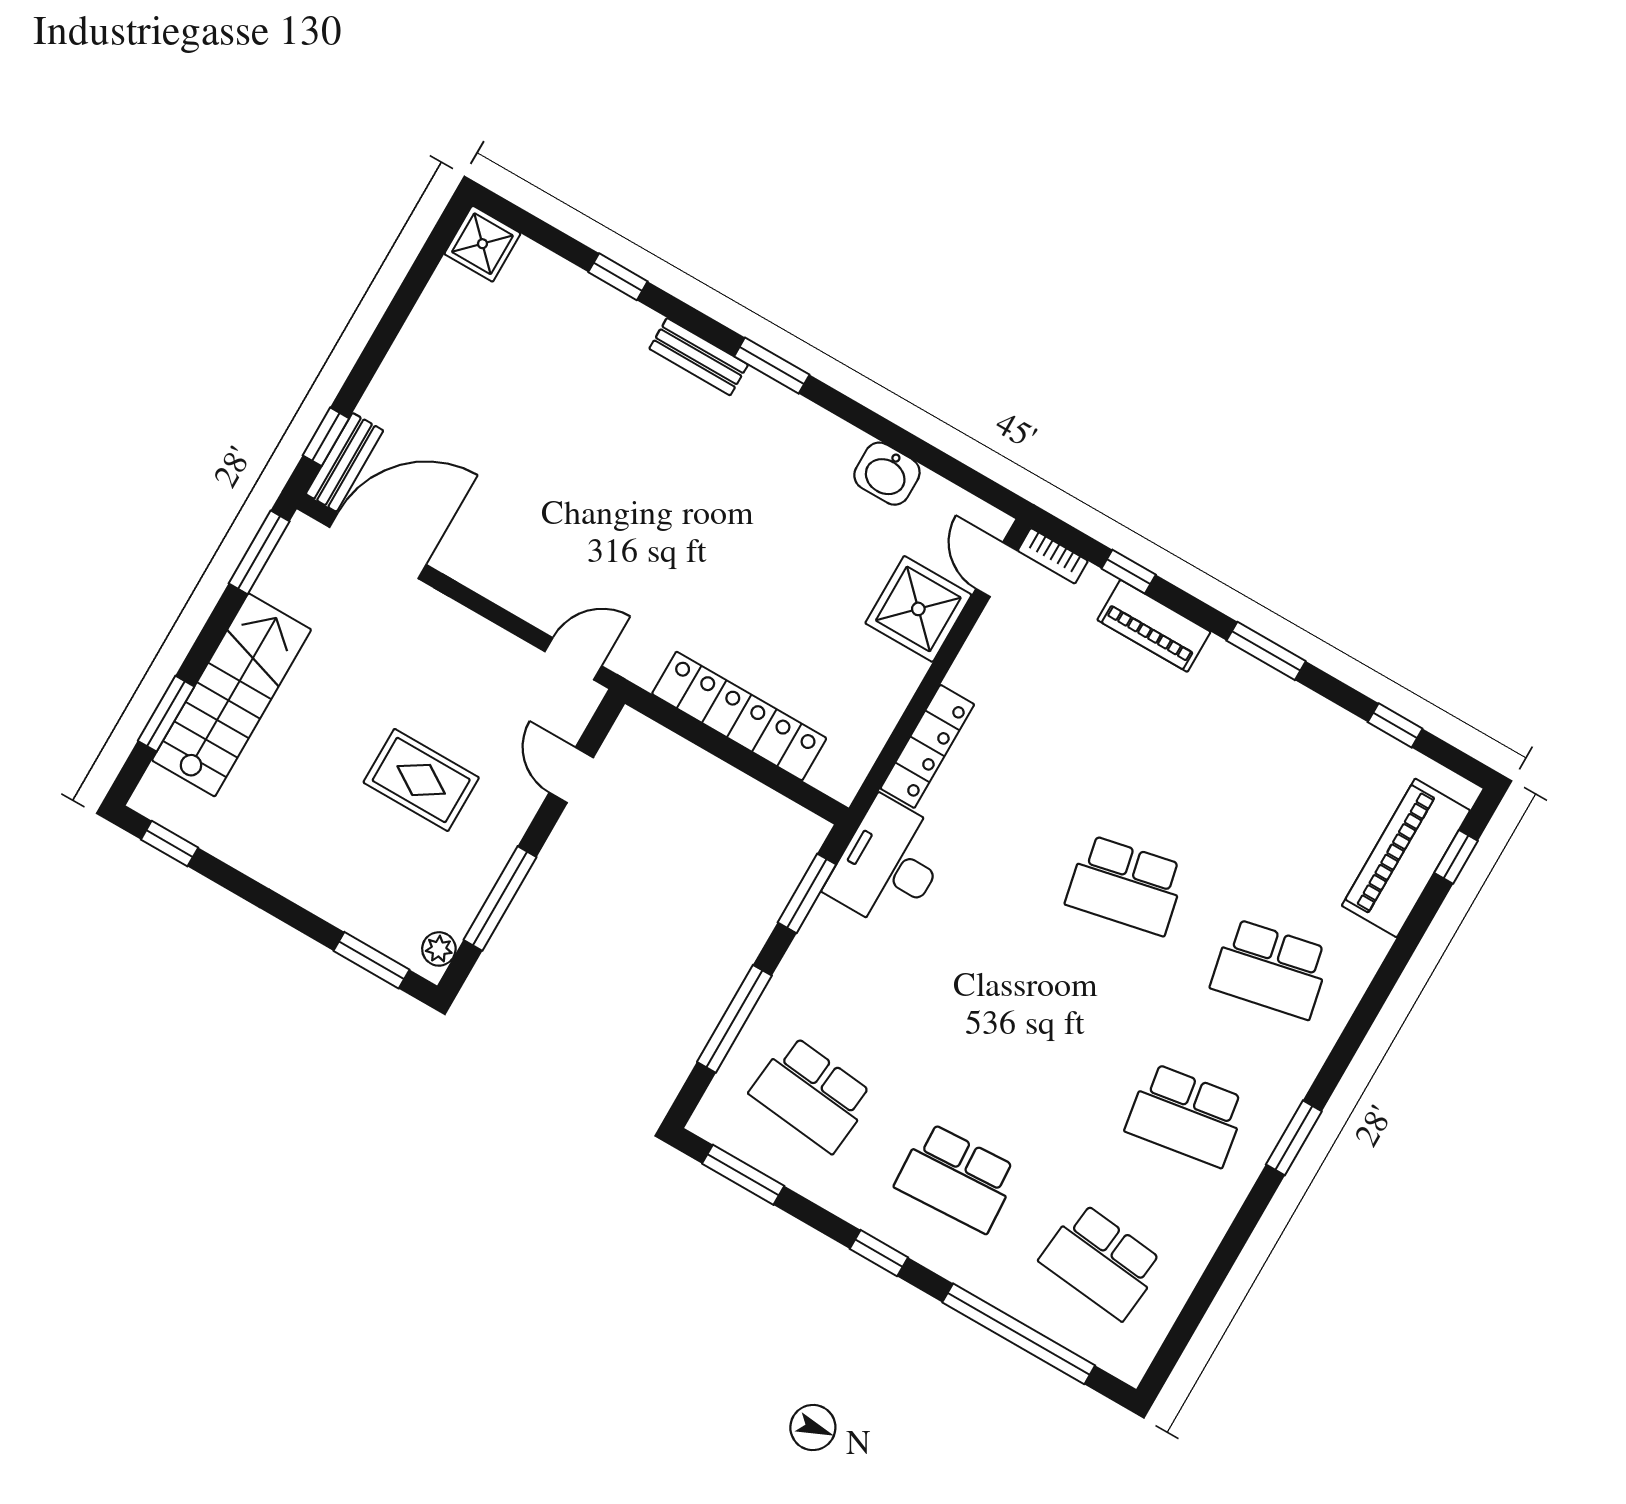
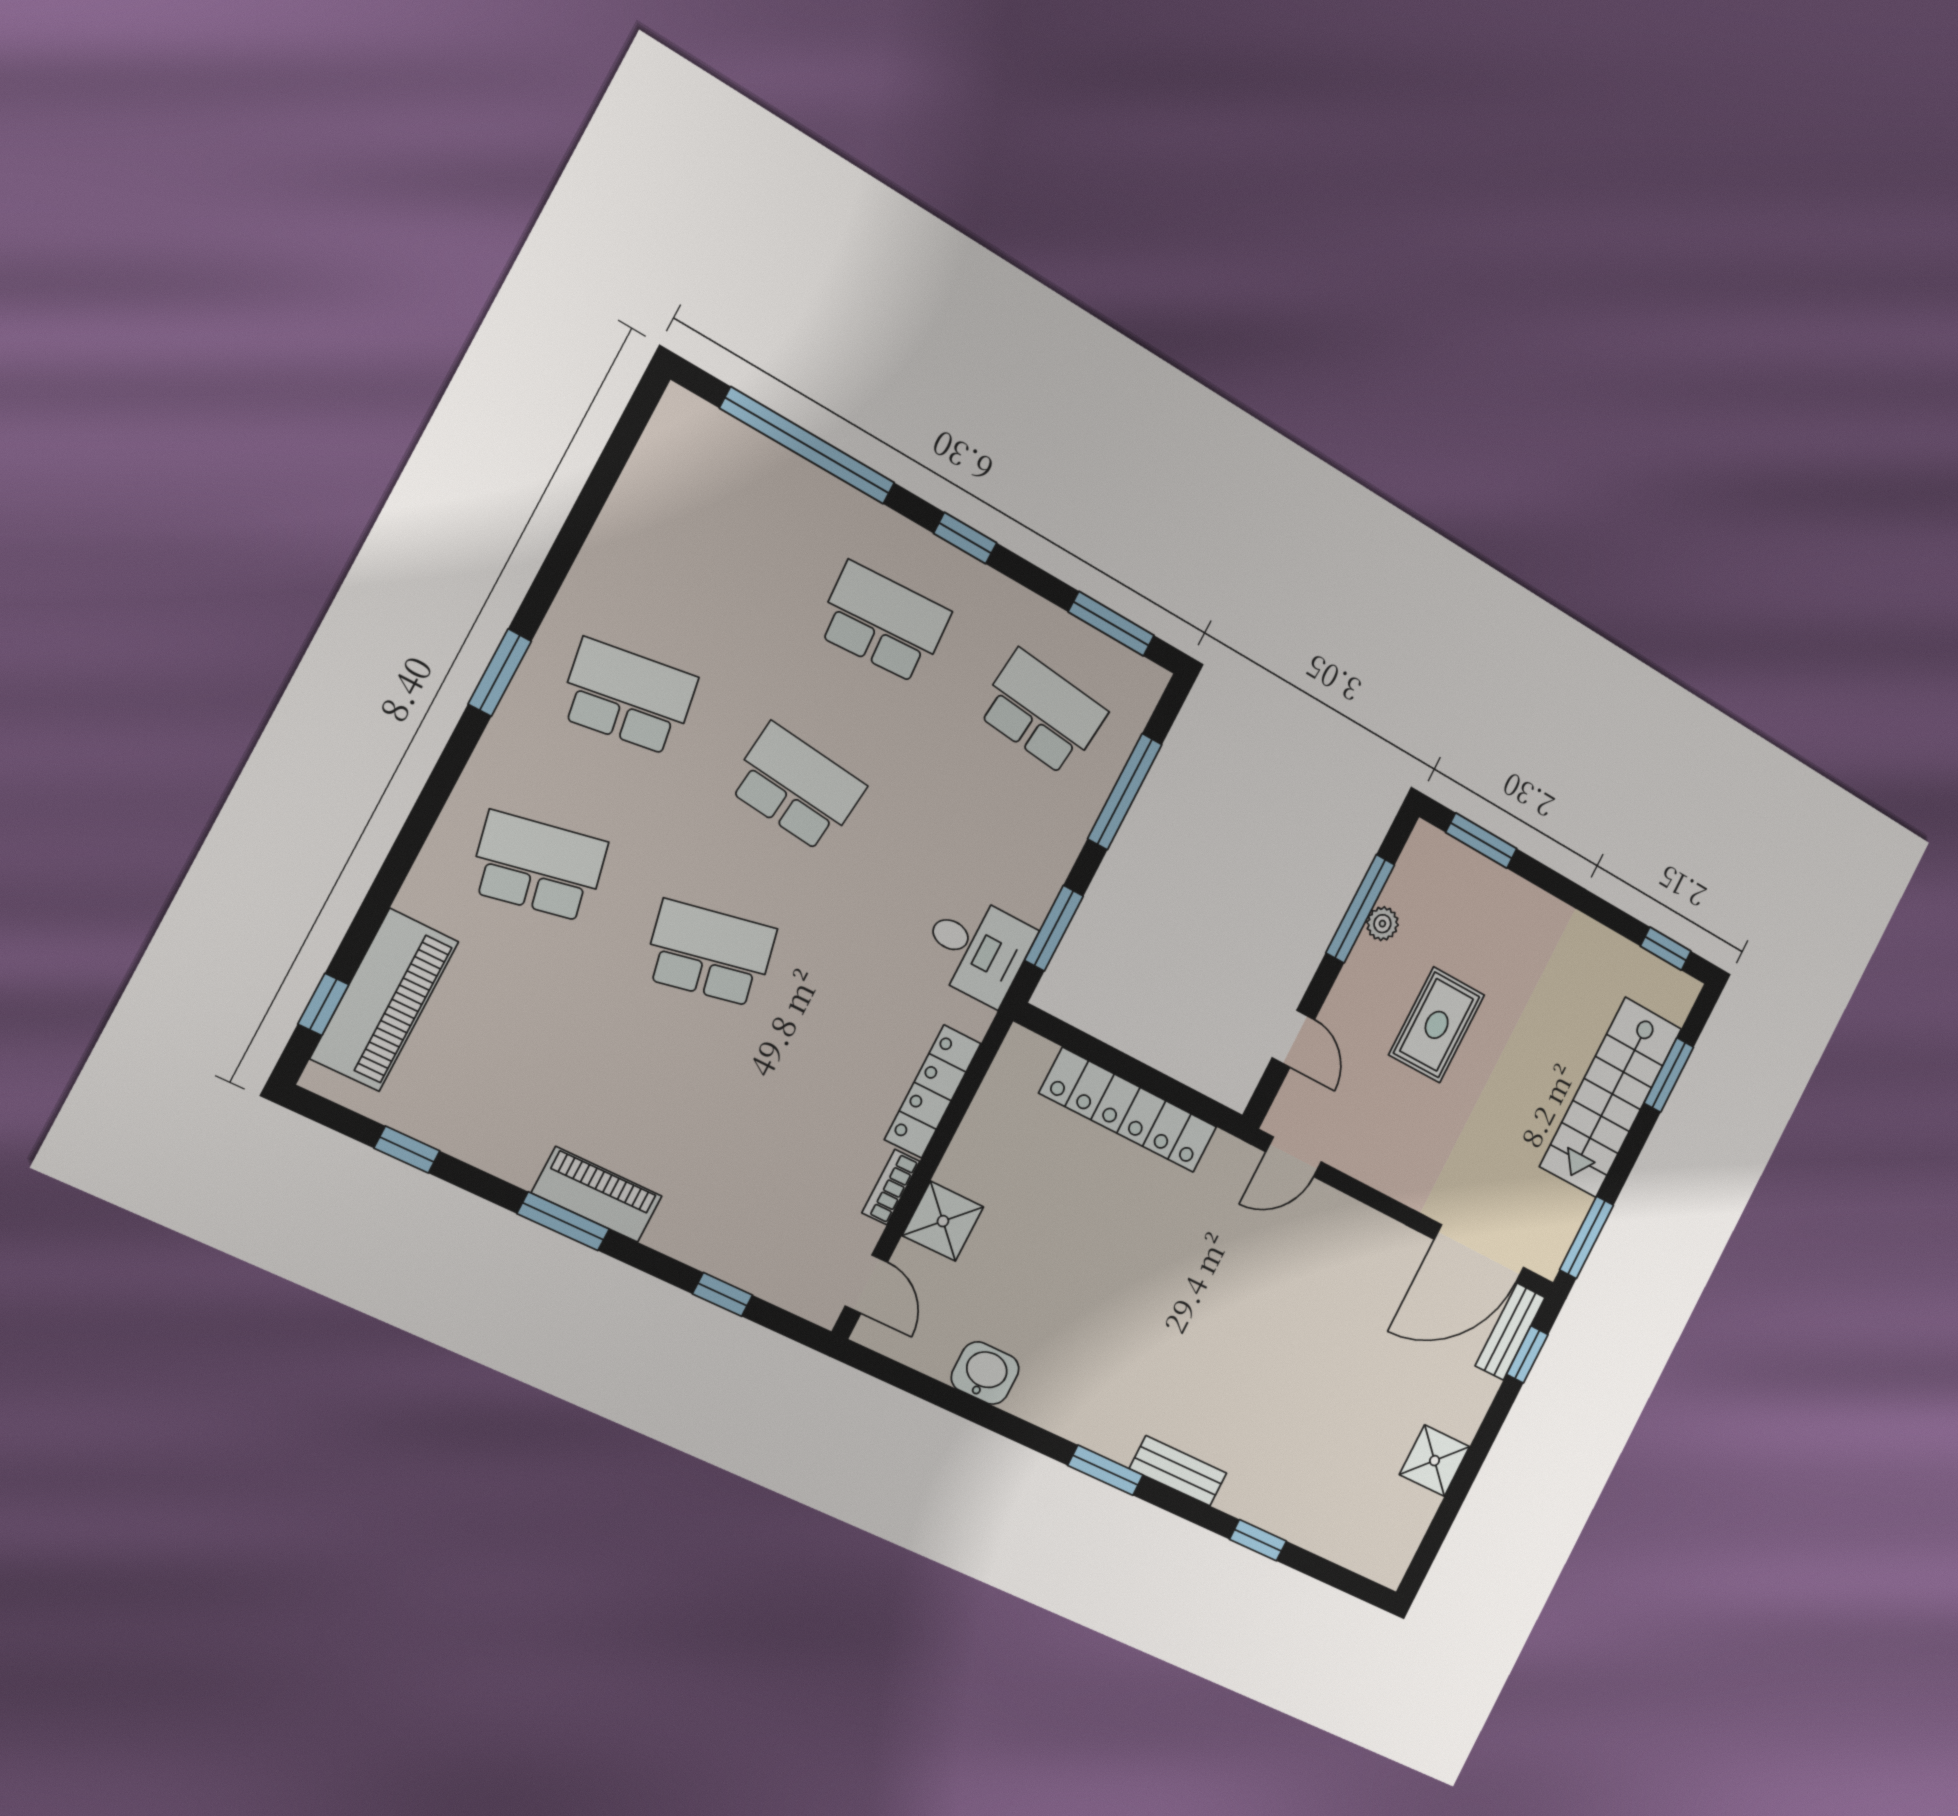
shower: (482, 244) -> (1435, 1461), moved
bookcase: (1053, 556) -> (891, 1187), moved, turned -90
shower: (918, 609) -> (943, 1221), width x0.73, depth x0.73
piano: (1154, 626) -> (597, 1195), moved
rug: (421, 780) -> (1437, 1025), turned 90
desk: (889, 864) -> (977, 949), width x0.73
plant: (439, 949) -> (1382, 924), moved
school desk: (1102, 1261) -> (797, 787), moved

